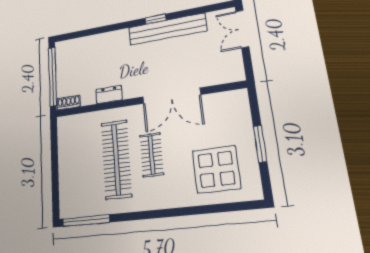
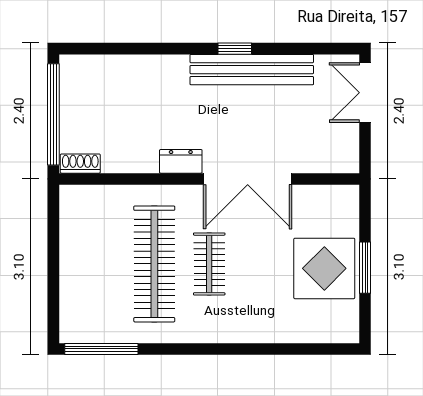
dresser: (109, 95) -> (181, 161), moved
display table: (216, 169) -> (324, 268), moved

